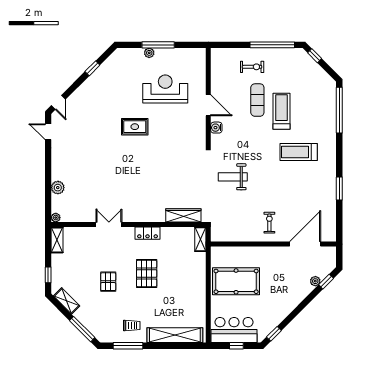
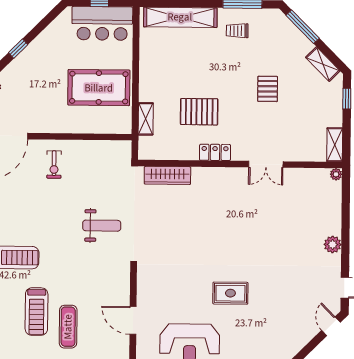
water cooler: (216, 128) -> (123, 291), removed
plant: (58, 188) -> (333, 244), moved
shelving: (200, 239) -> (146, 119), moved
pallet: (147, 274) -> (199, 112), moved, turned 90
window: (274, 334) -> (18, 49), moved

